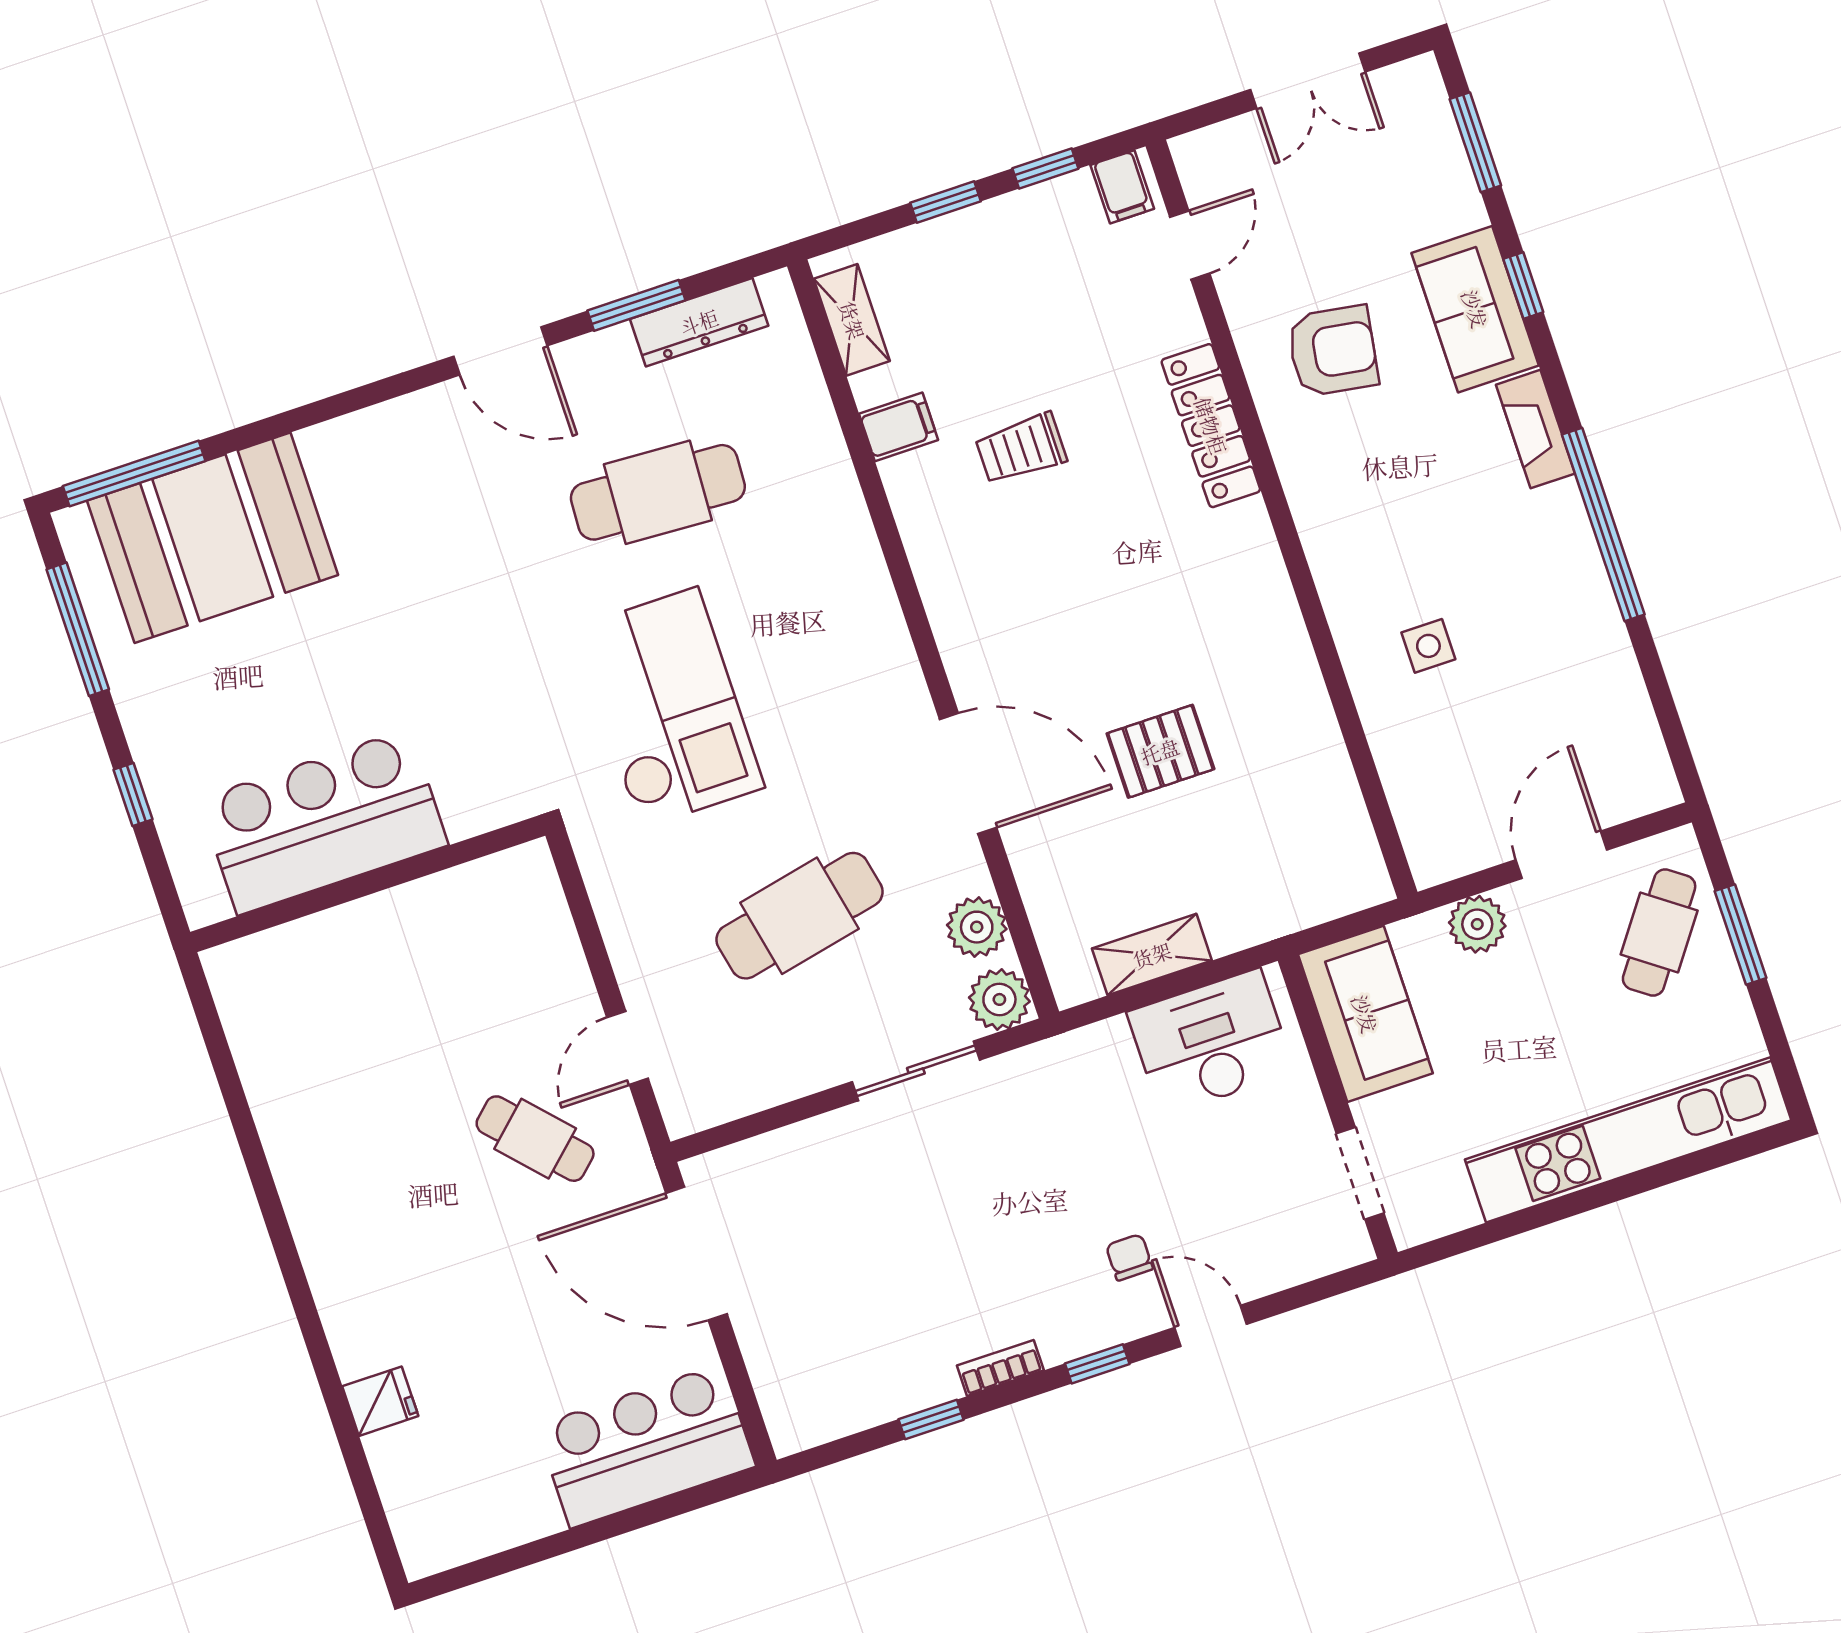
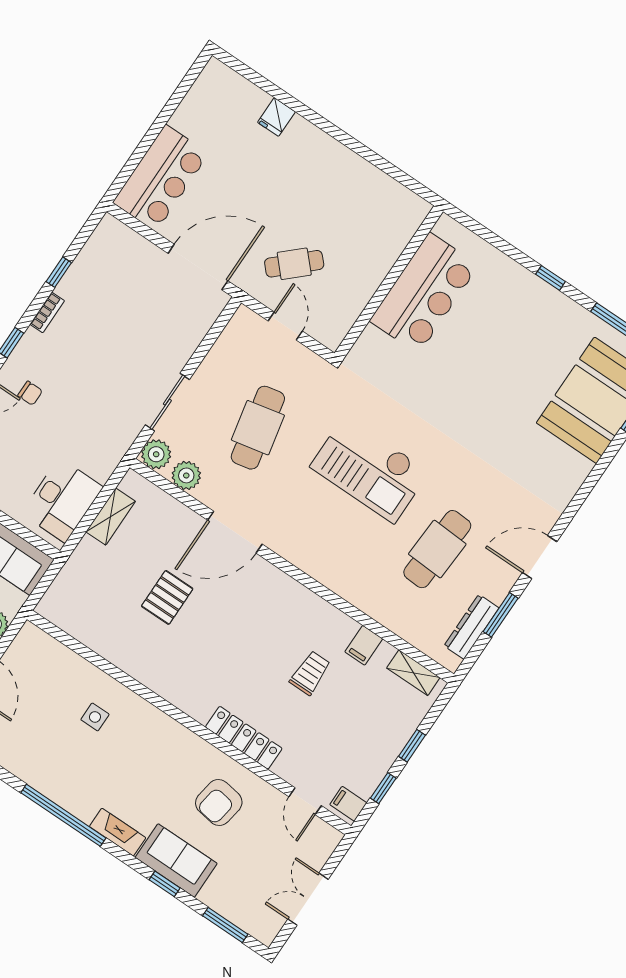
bar counter: (323, 822) -> (424, 293), moved
wall: (368, 884) -> (389, 282), moved

